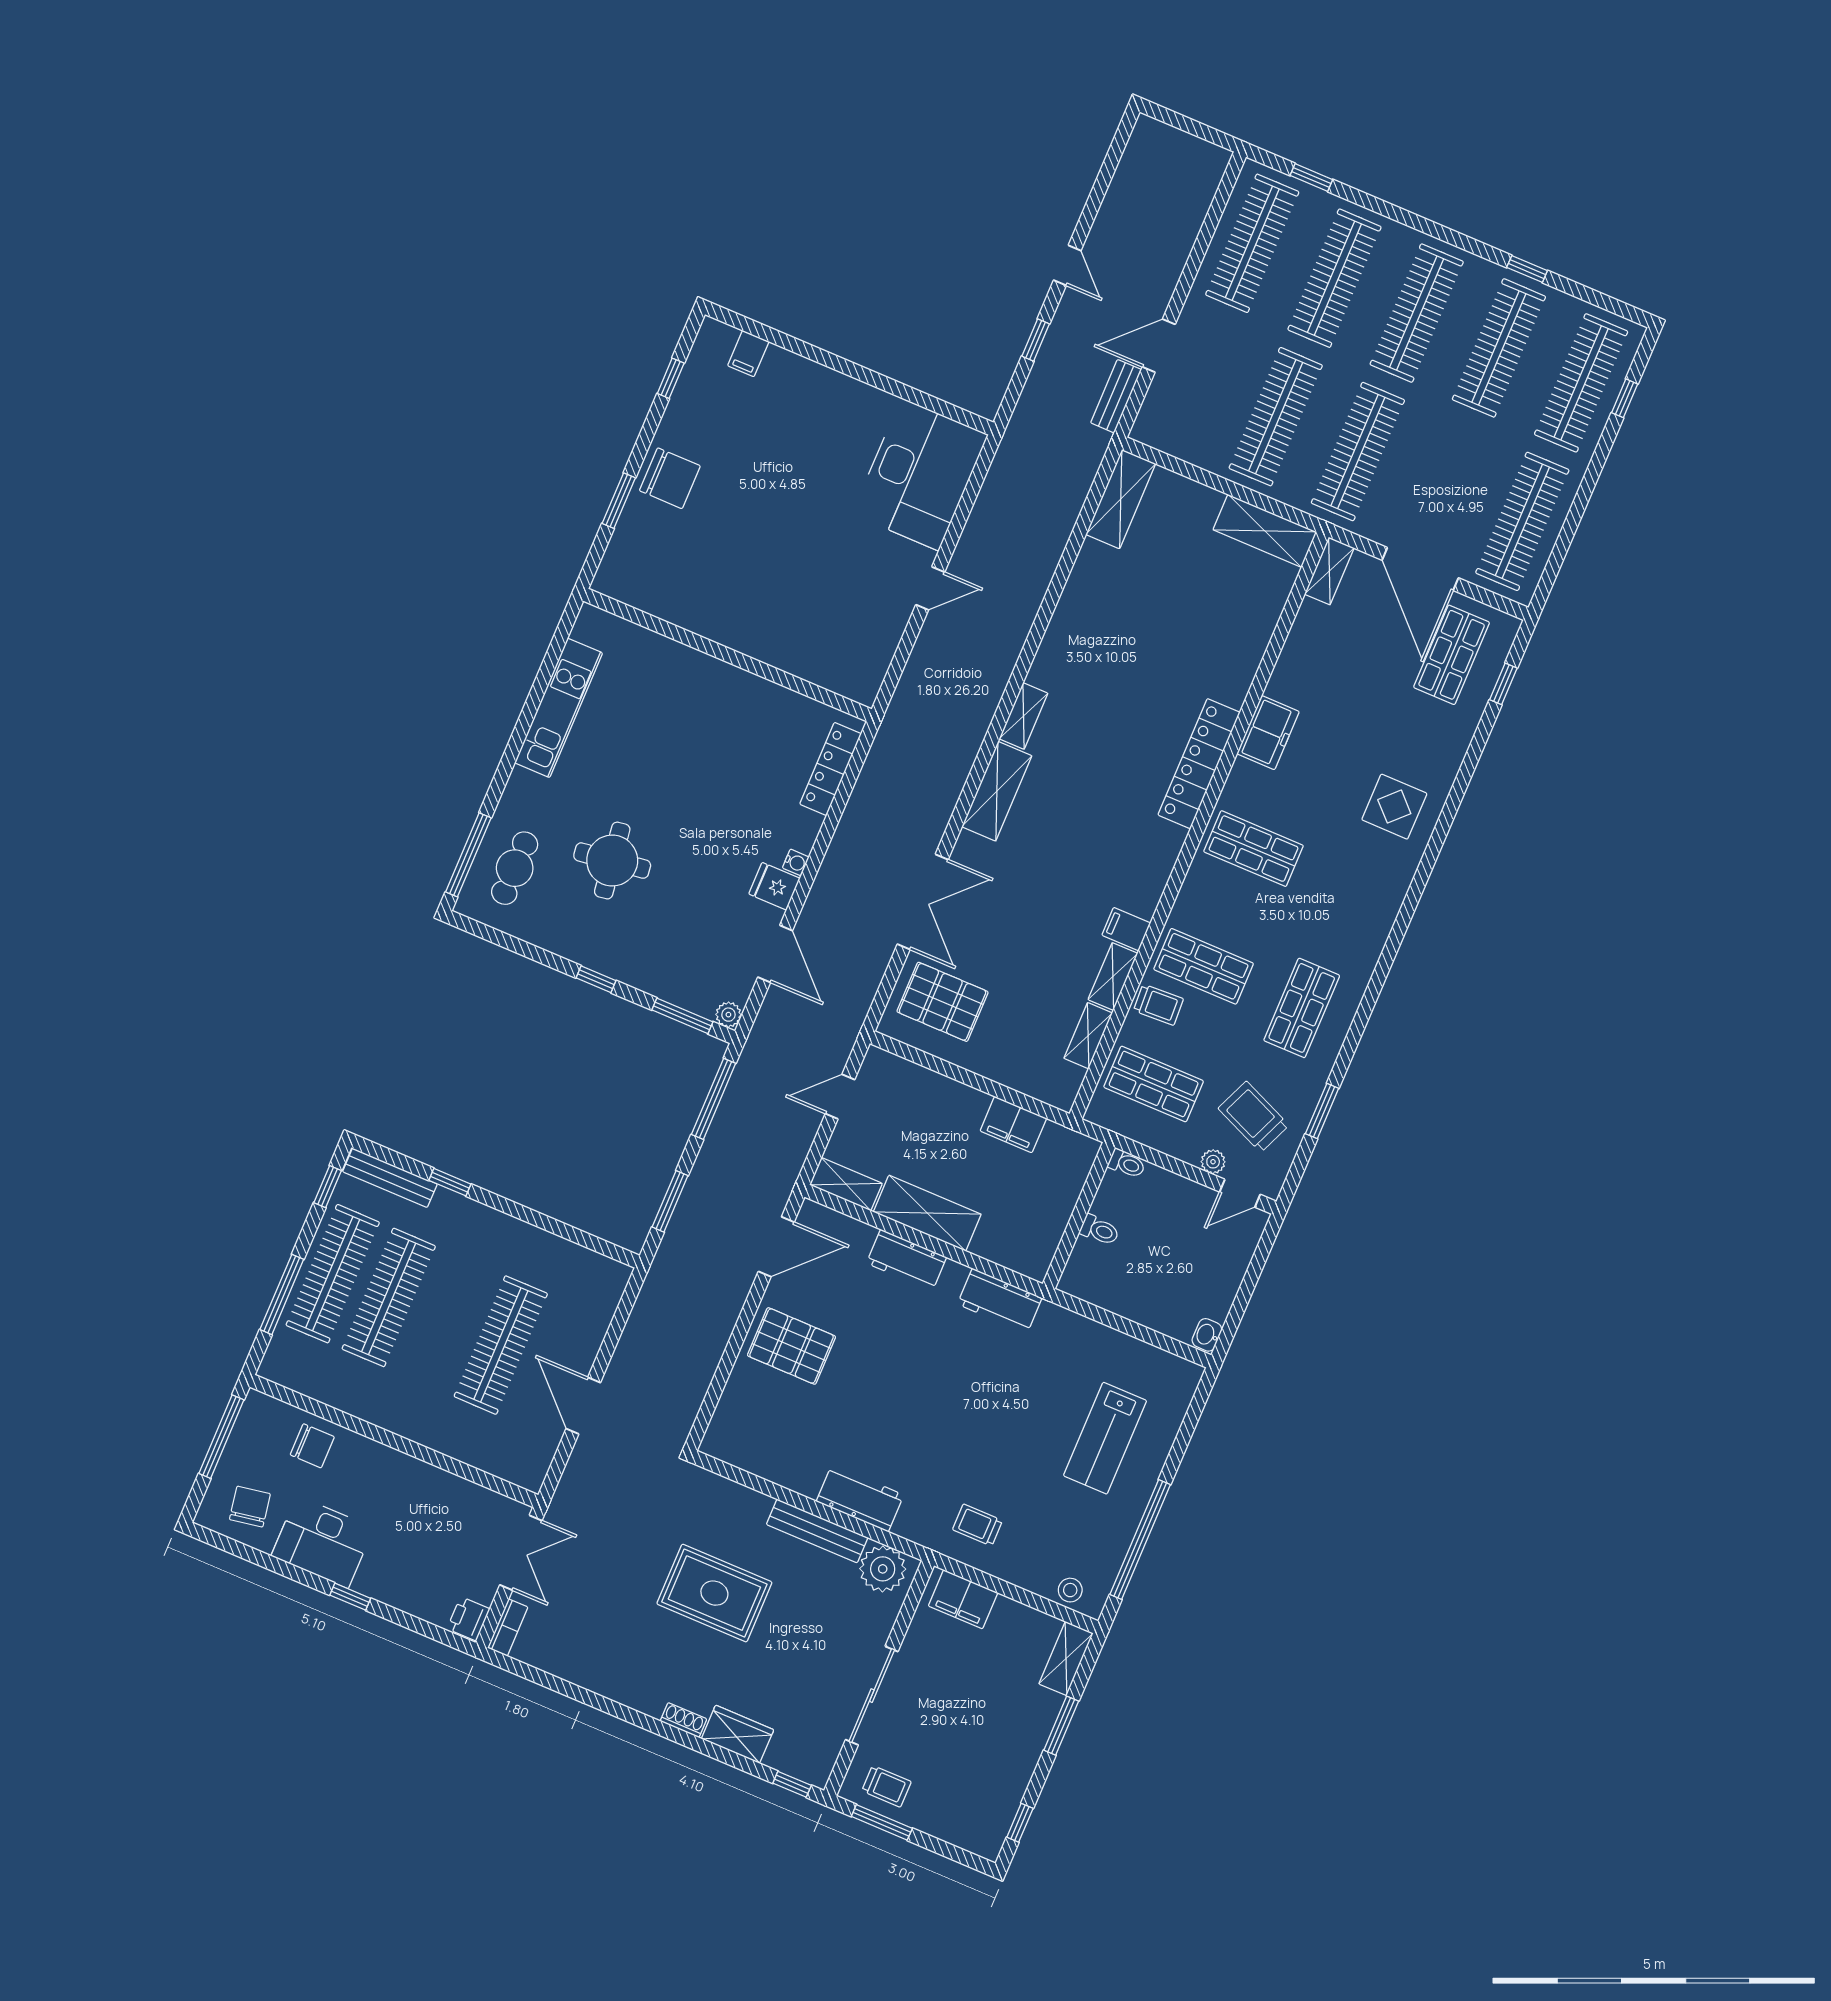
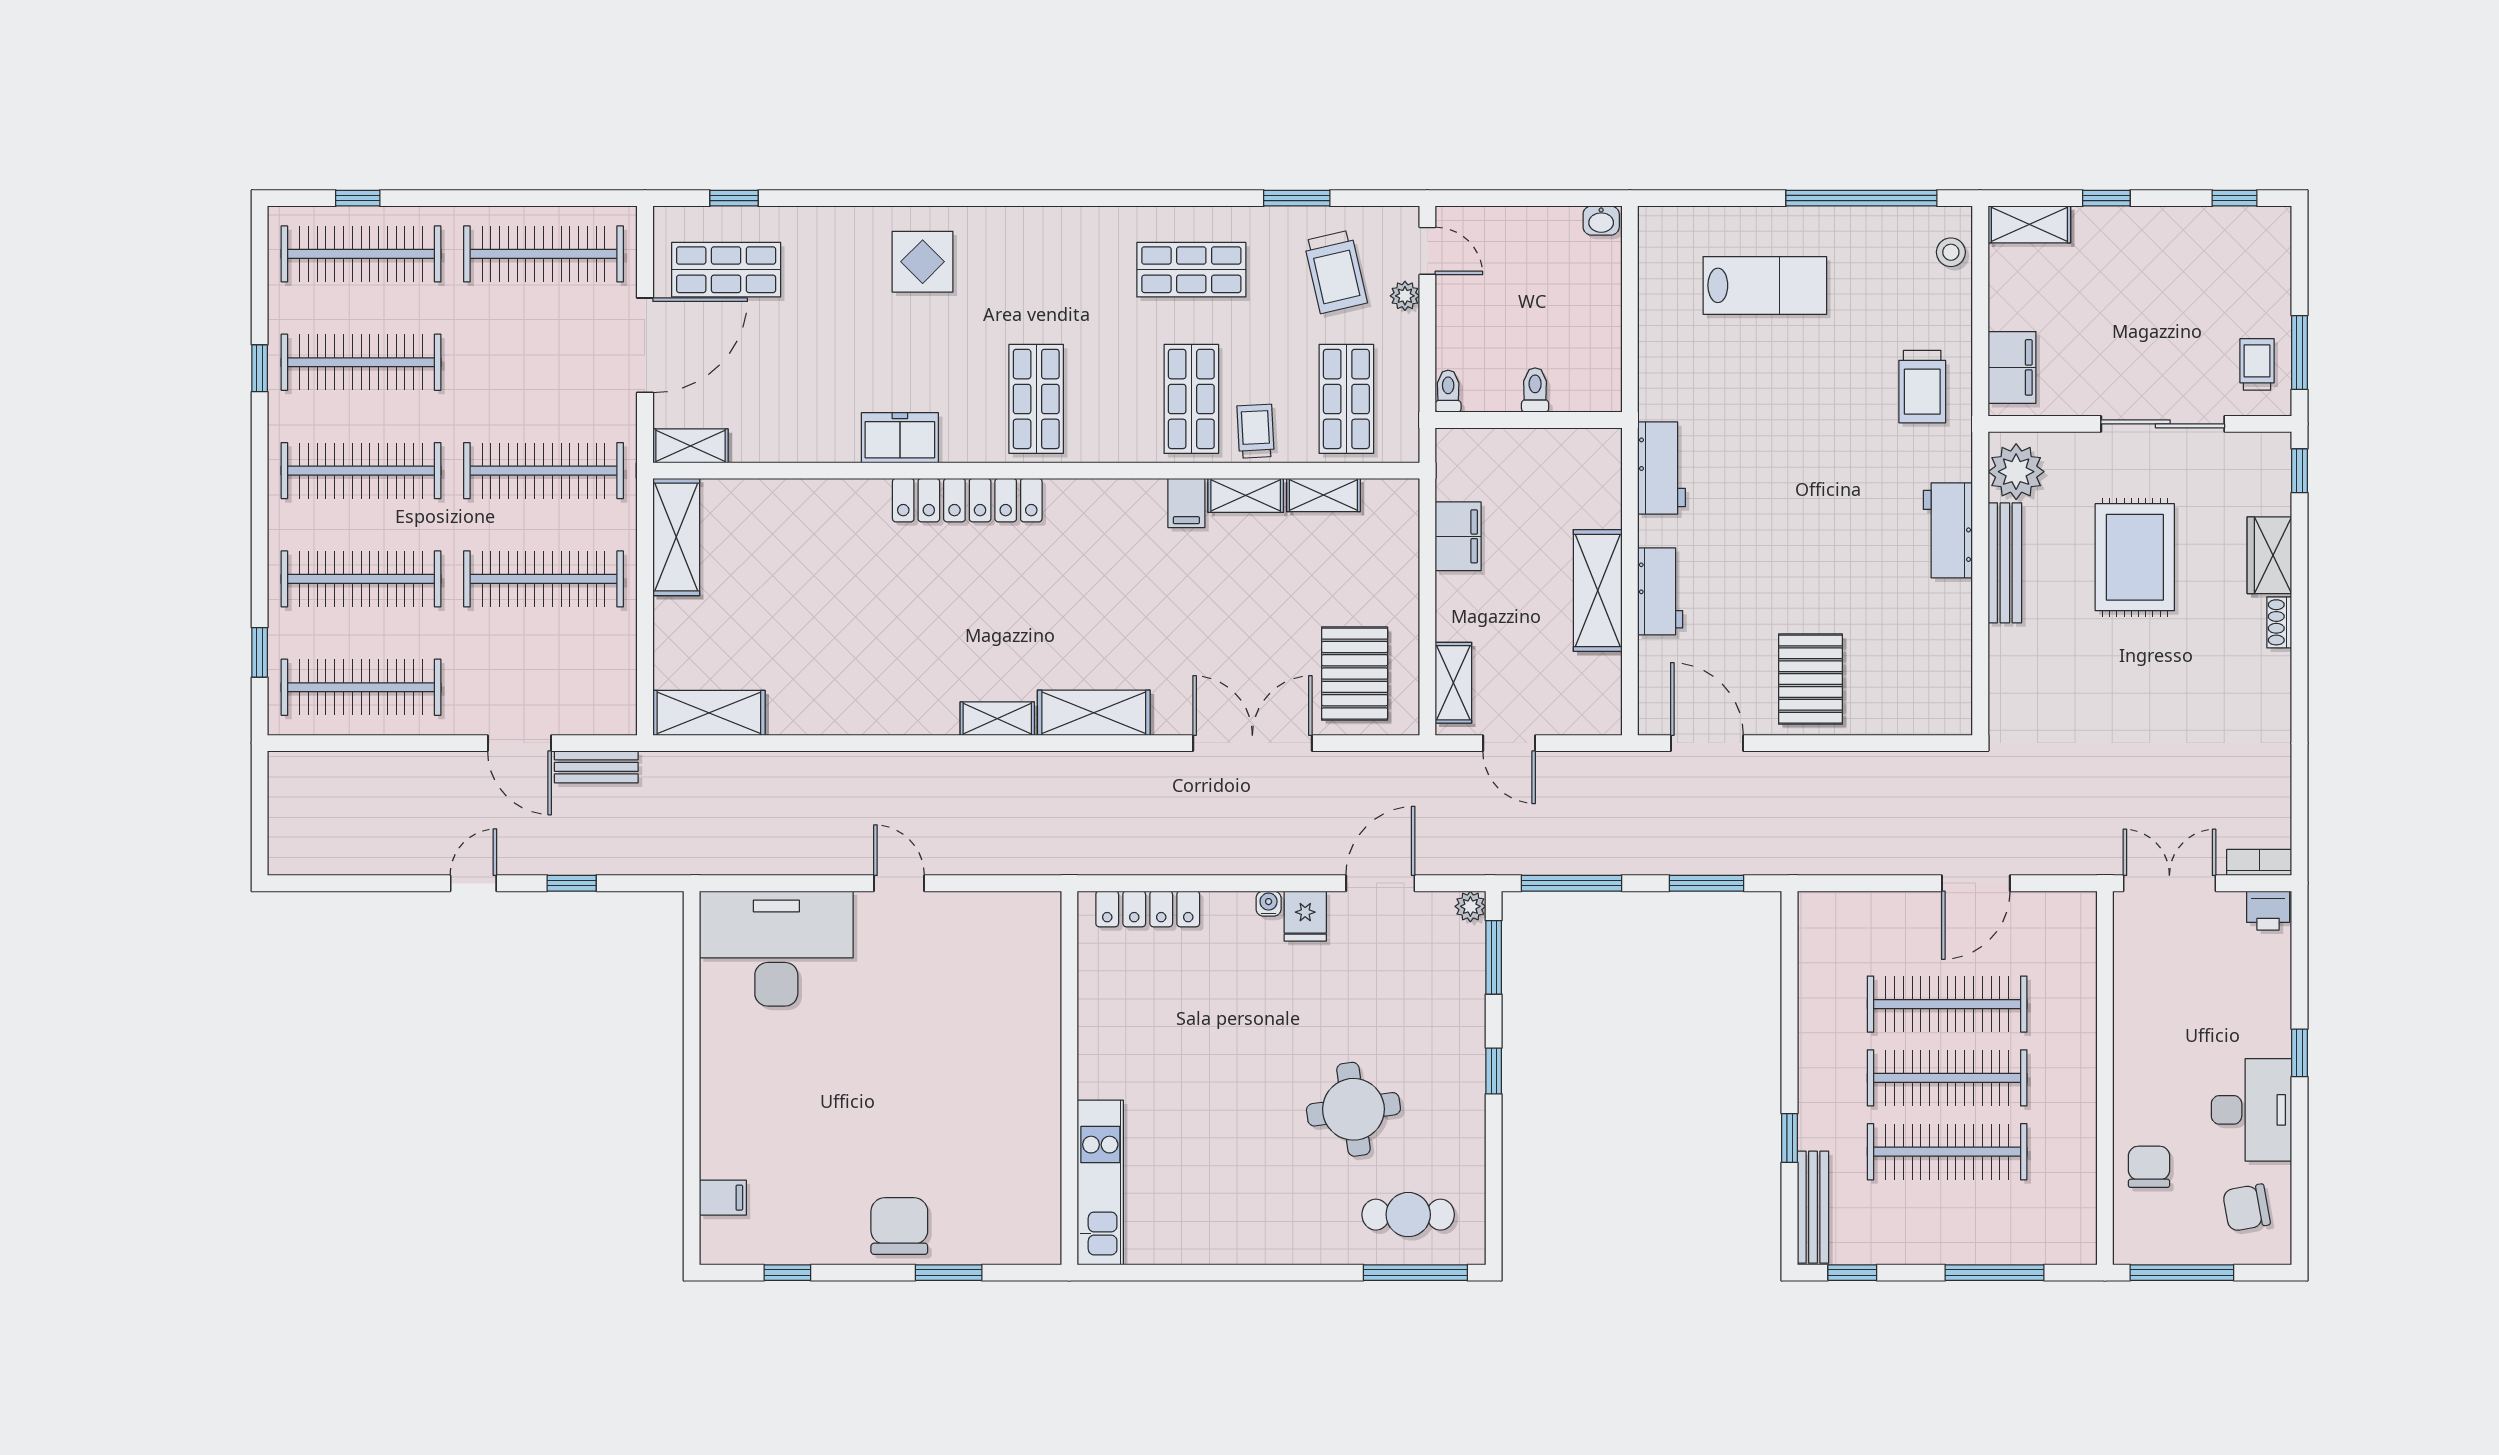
kitchen unit: (559, 708) -> (1100, 1182), moved, turned 90
trolley: (1254, 1117) -> (1336, 272), turned -36
shelving: (846, 1184) -> (1453, 683), moved
clothes rail: (333, 1274) -> (1947, 1078), moved
trolley: (978, 1525) -> (1922, 387), width x1.36, depth x1.39
rug: (714, 1593) -> (2135, 557), moved
window: (1061, 1726) -> (2106, 198), width x0.67

